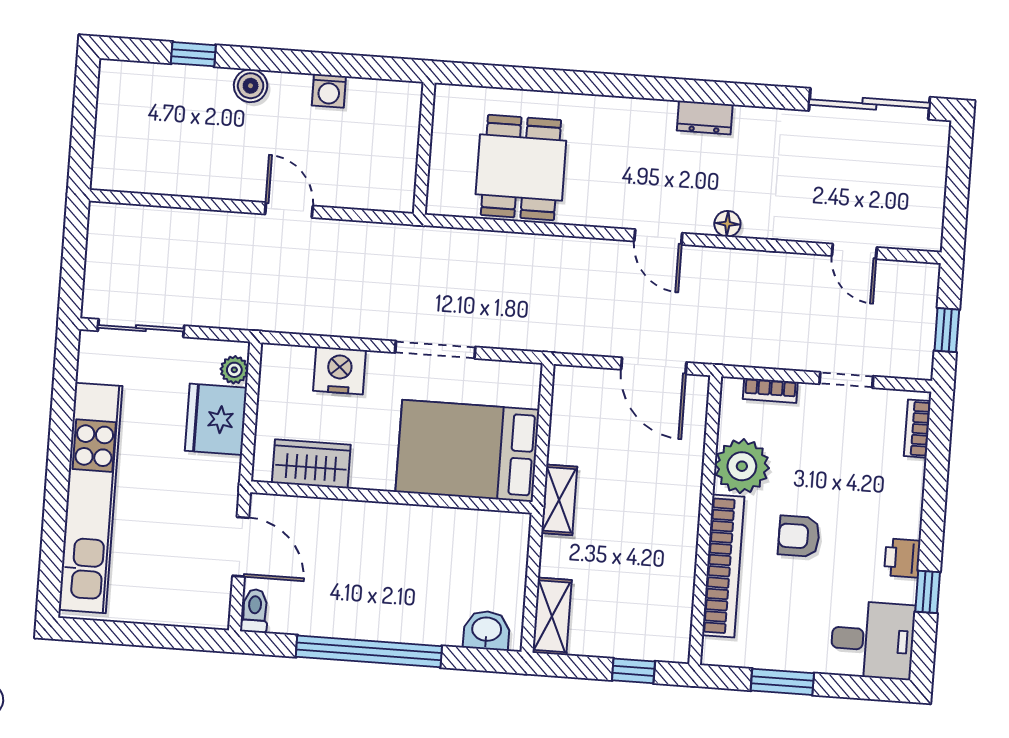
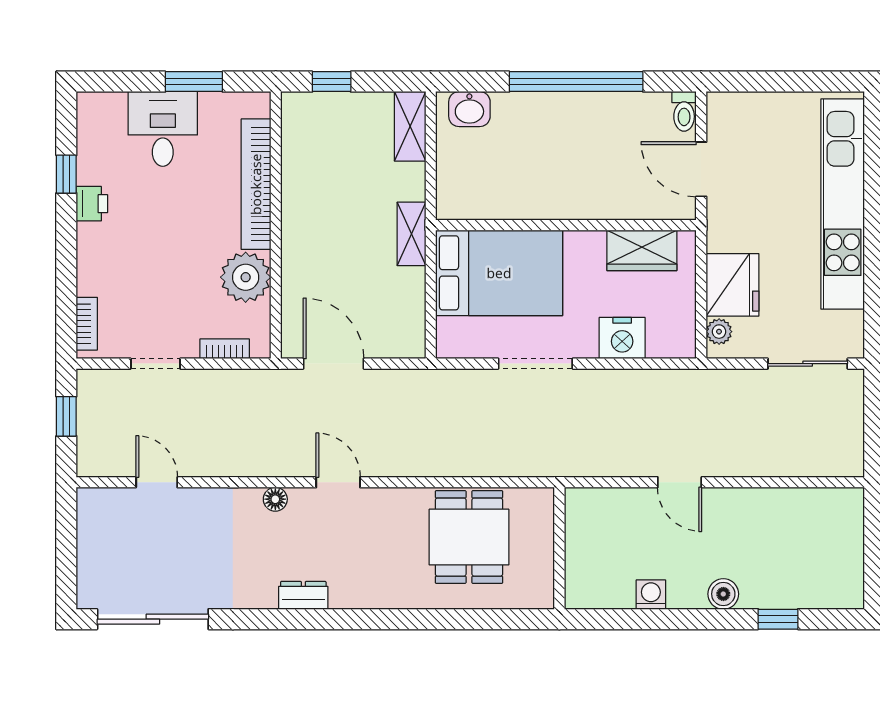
armchair: (799, 536) -> (188, 217), removed
desk: (873, 640) -> (163, 129), moved, turned 90

